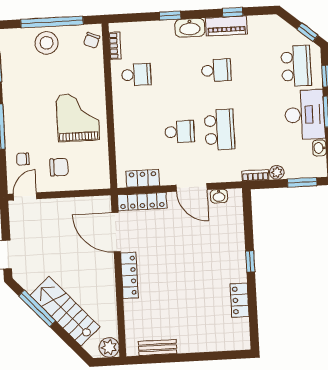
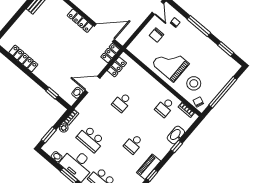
washbasin: (190, 28) -> (176, 135), moved
stool: (47, 43) -> (194, 83), moved
grand piano: (78, 117) -> (171, 64), turned 180
school desk: (219, 130) -> (91, 139), moved
locker: (142, 202) -> (110, 53), width x0.66
window: (250, 262) -> (52, 93), moved
locker: (240, 300) -> (23, 58), width x1.53

